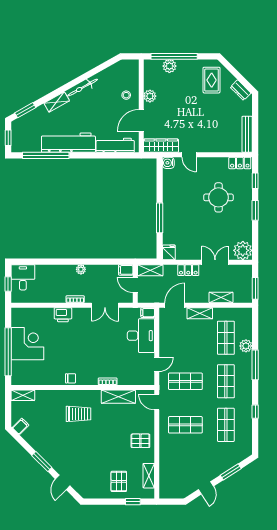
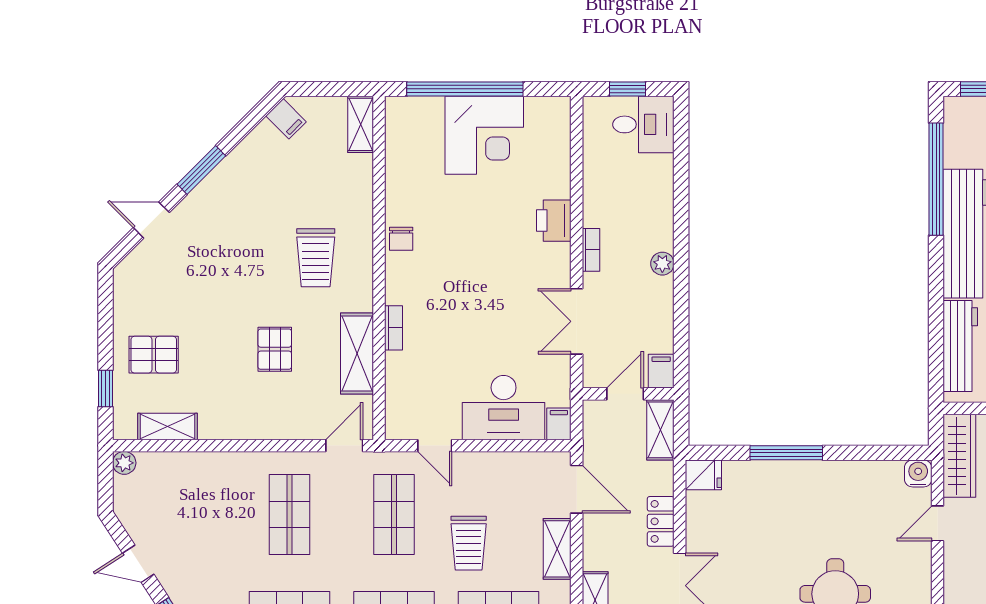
trolley: (197, 350) -> (469, 543), added
pallet: (140, 441) -> (275, 349), moved
plant: (164, 494) -> (124, 463), added

